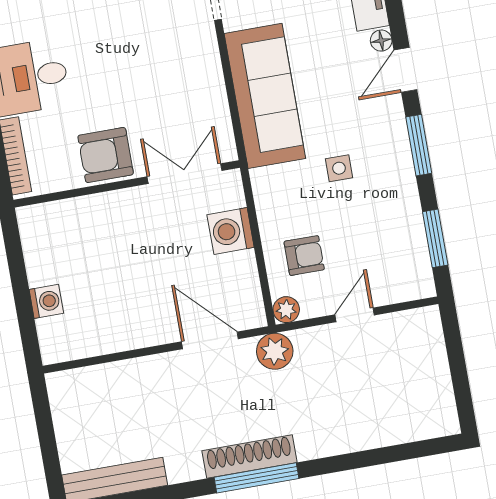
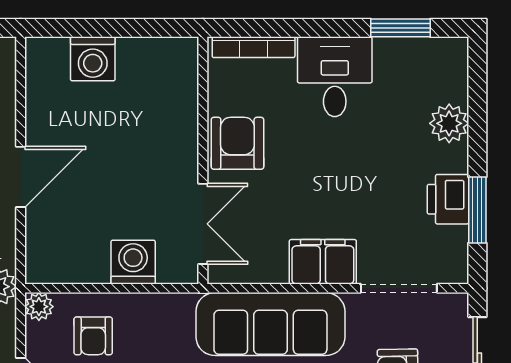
filing cabinet: (200, 58) -> (323, 262), added
washing machine: (46, 301) -> (93, 59), width x1.38, depth x1.38
door: (210, 340) -> (21, 177), moved

